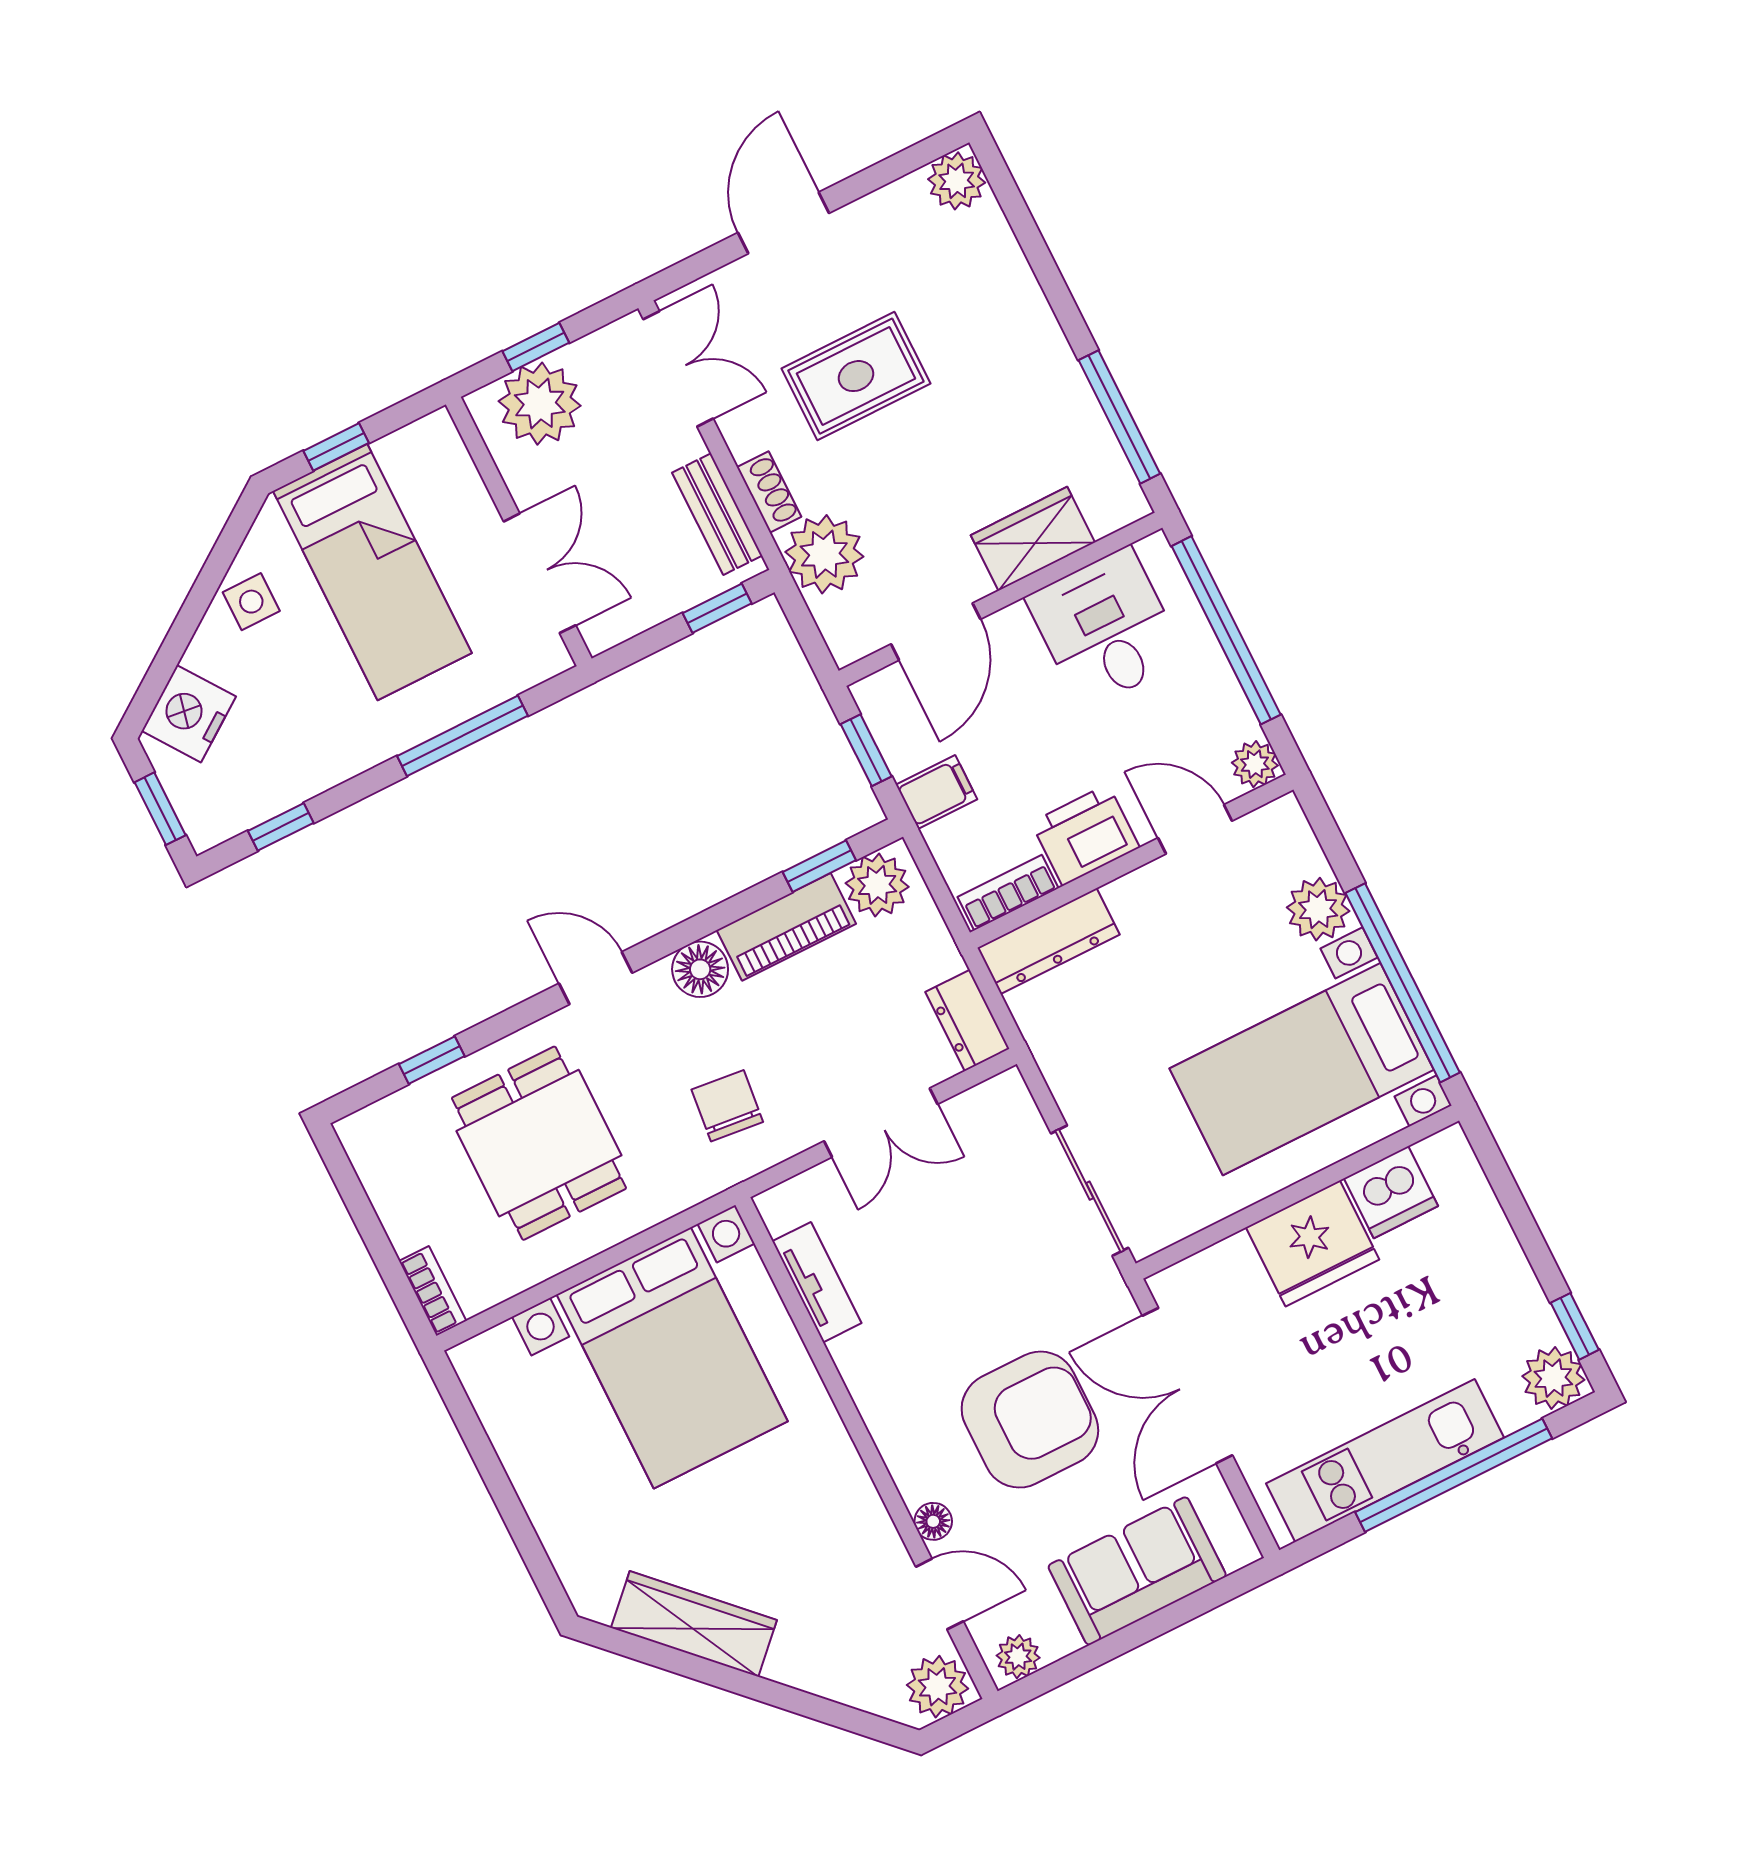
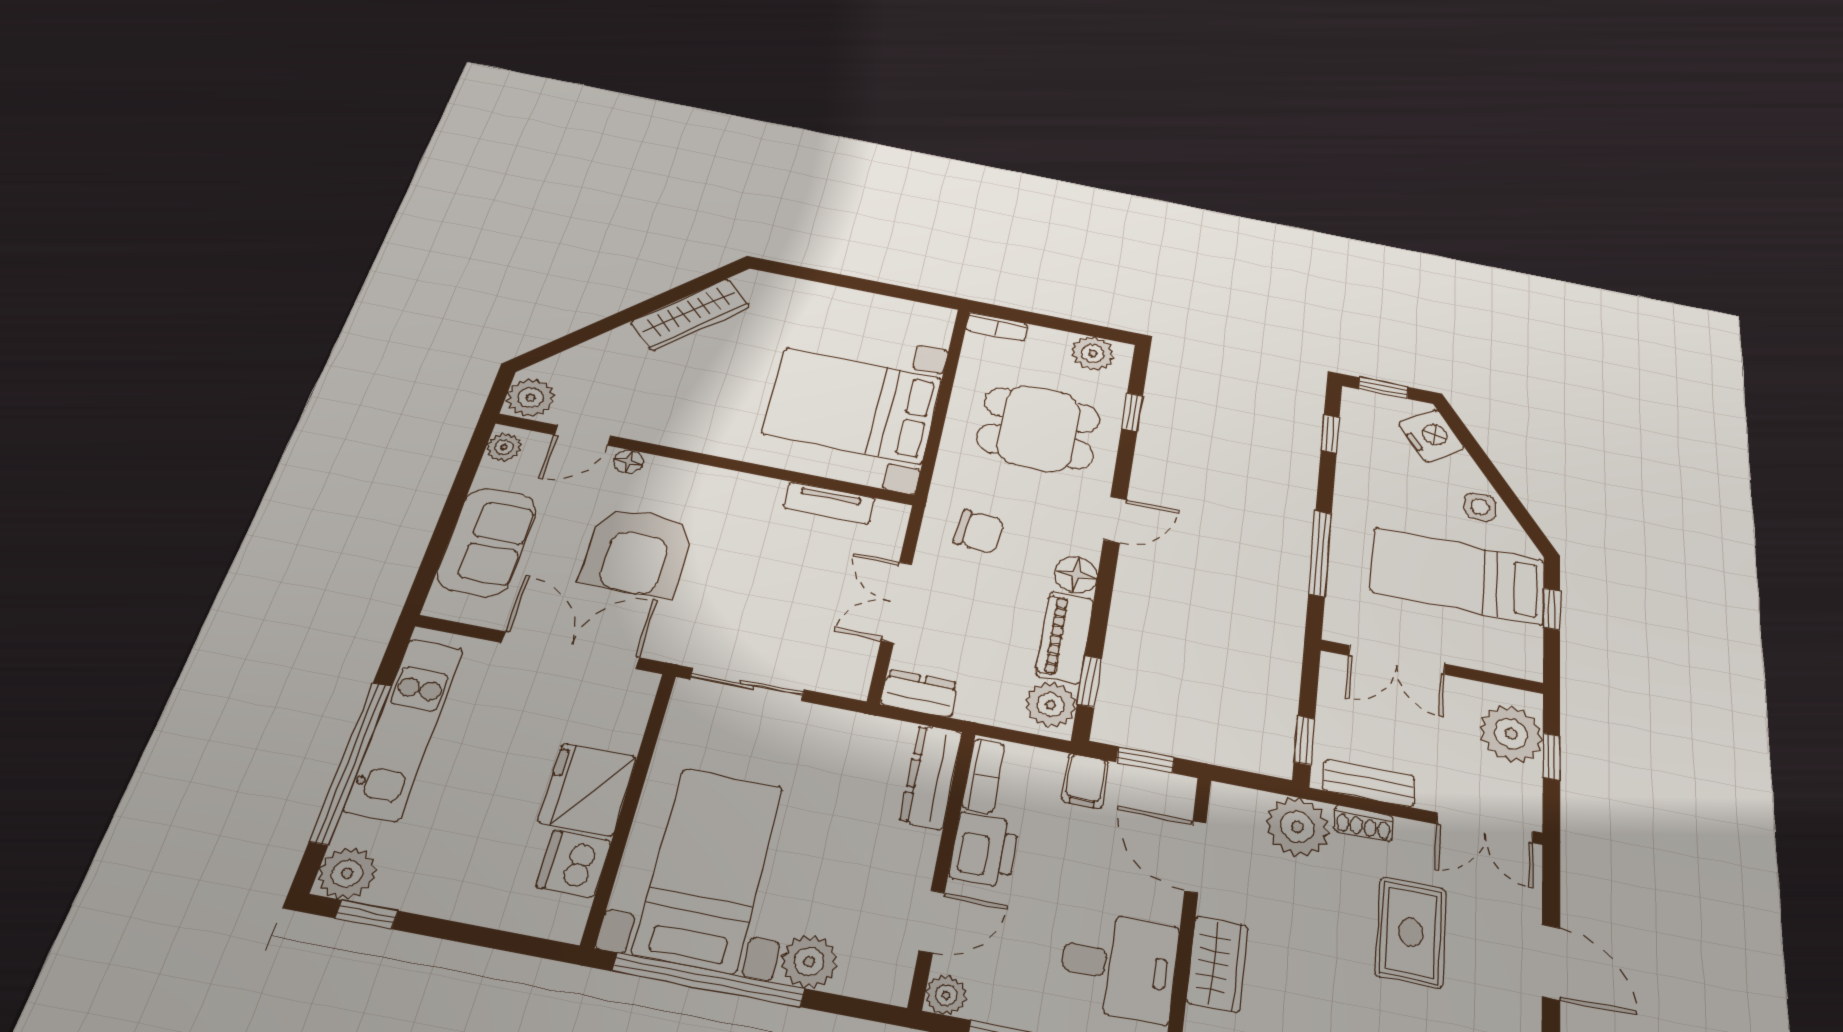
plant: (383, 1160) -> (1093, 354), added

